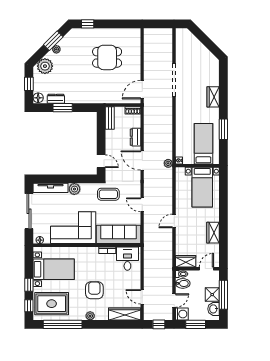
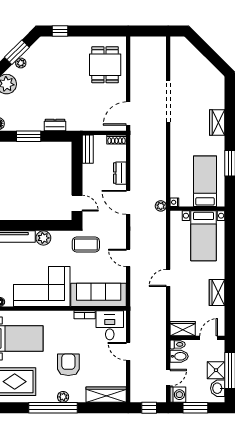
dining table: (107, 57) -> (105, 65), moved, turned 90
dresser: (56, 99) -> (55, 125), moved
door: (142, 297) -> (128, 351), moved
window: (63, 324) -> (53, 408), moved

